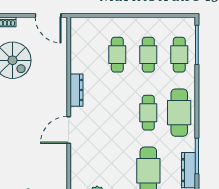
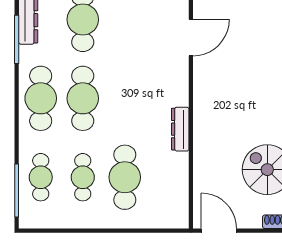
cafe table: (117, 55) -> (125, 177), width x1.37, depth x1.35
cafe table: (148, 113) -> (83, 98), width x1.37, depth x1.35
door: (69, 130) -> (191, 38), moved

